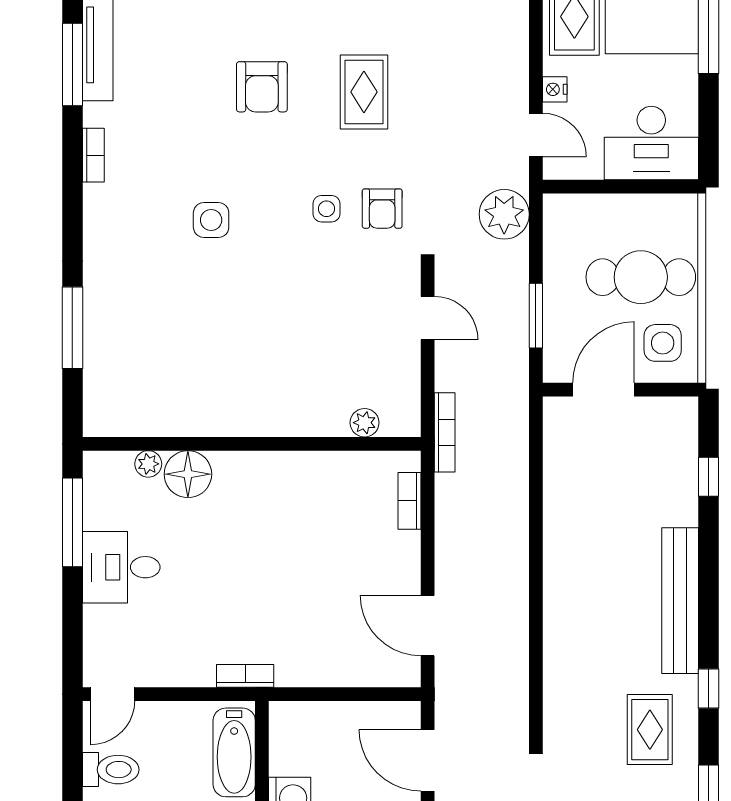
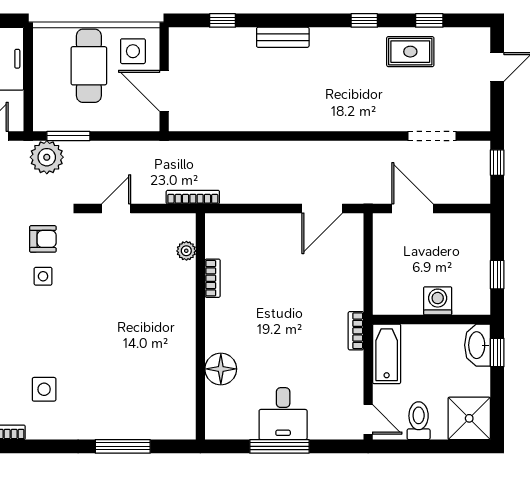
side table: (211, 220) -> (44, 389), moved
window: (536, 316) -> (68, 136), moved
plant: (148, 464) -> (214, 396), removed
bookcase: (410, 501) -> (213, 278), moved, turned -90
window: (72, 522) -> (279, 446), moved
bench: (680, 601) -> (283, 37), width x0.54, depth x0.82
rug: (650, 730) -> (410, 52), moved
bathtub: (234, 752) -> (387, 354), moved, turned -90
door: (428, 760) -> (412, 208), swing flipped

